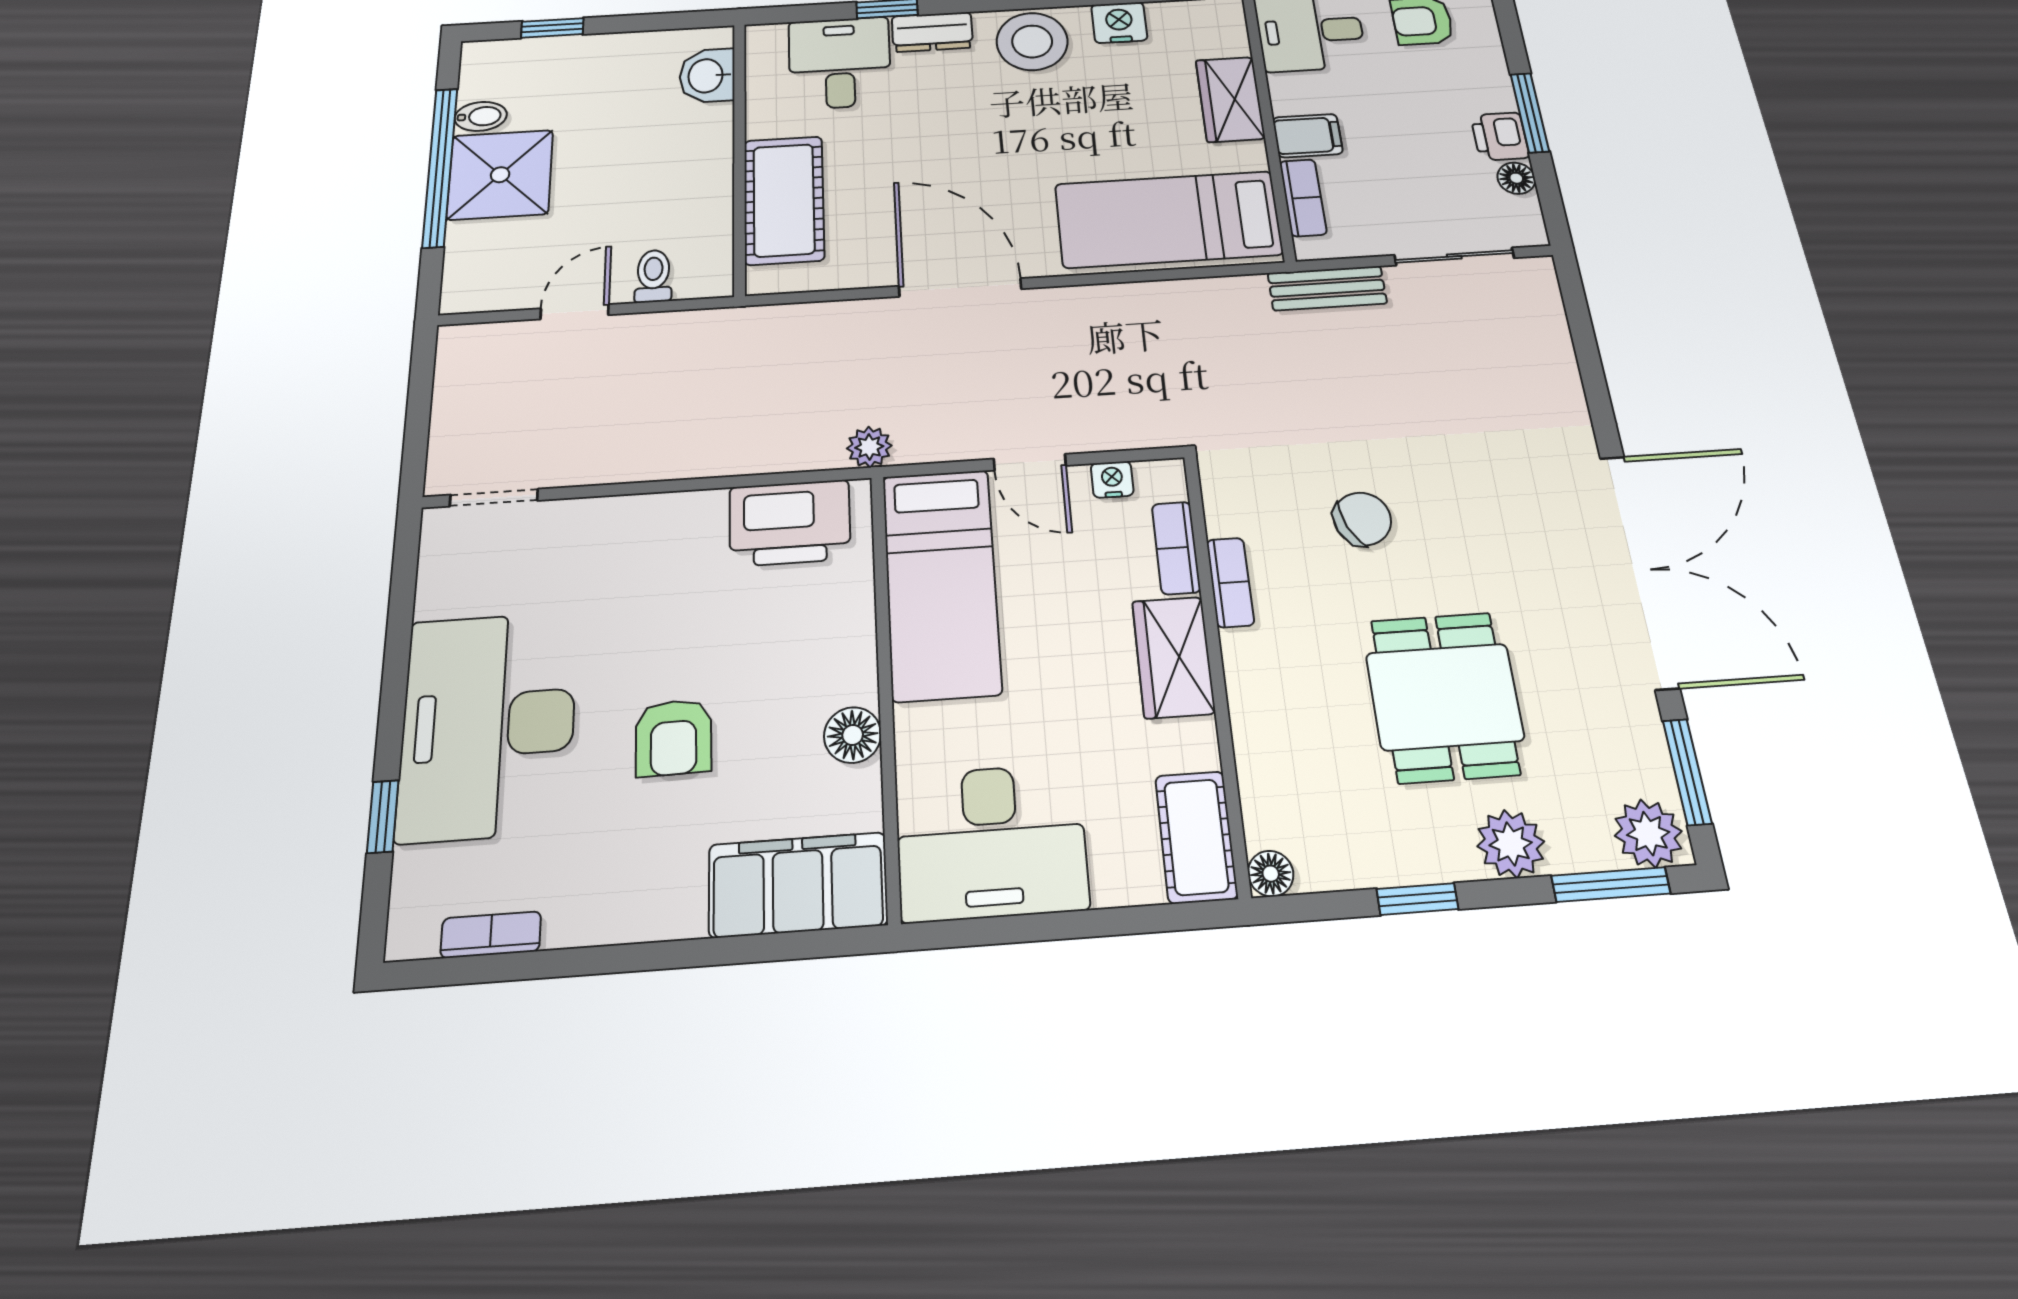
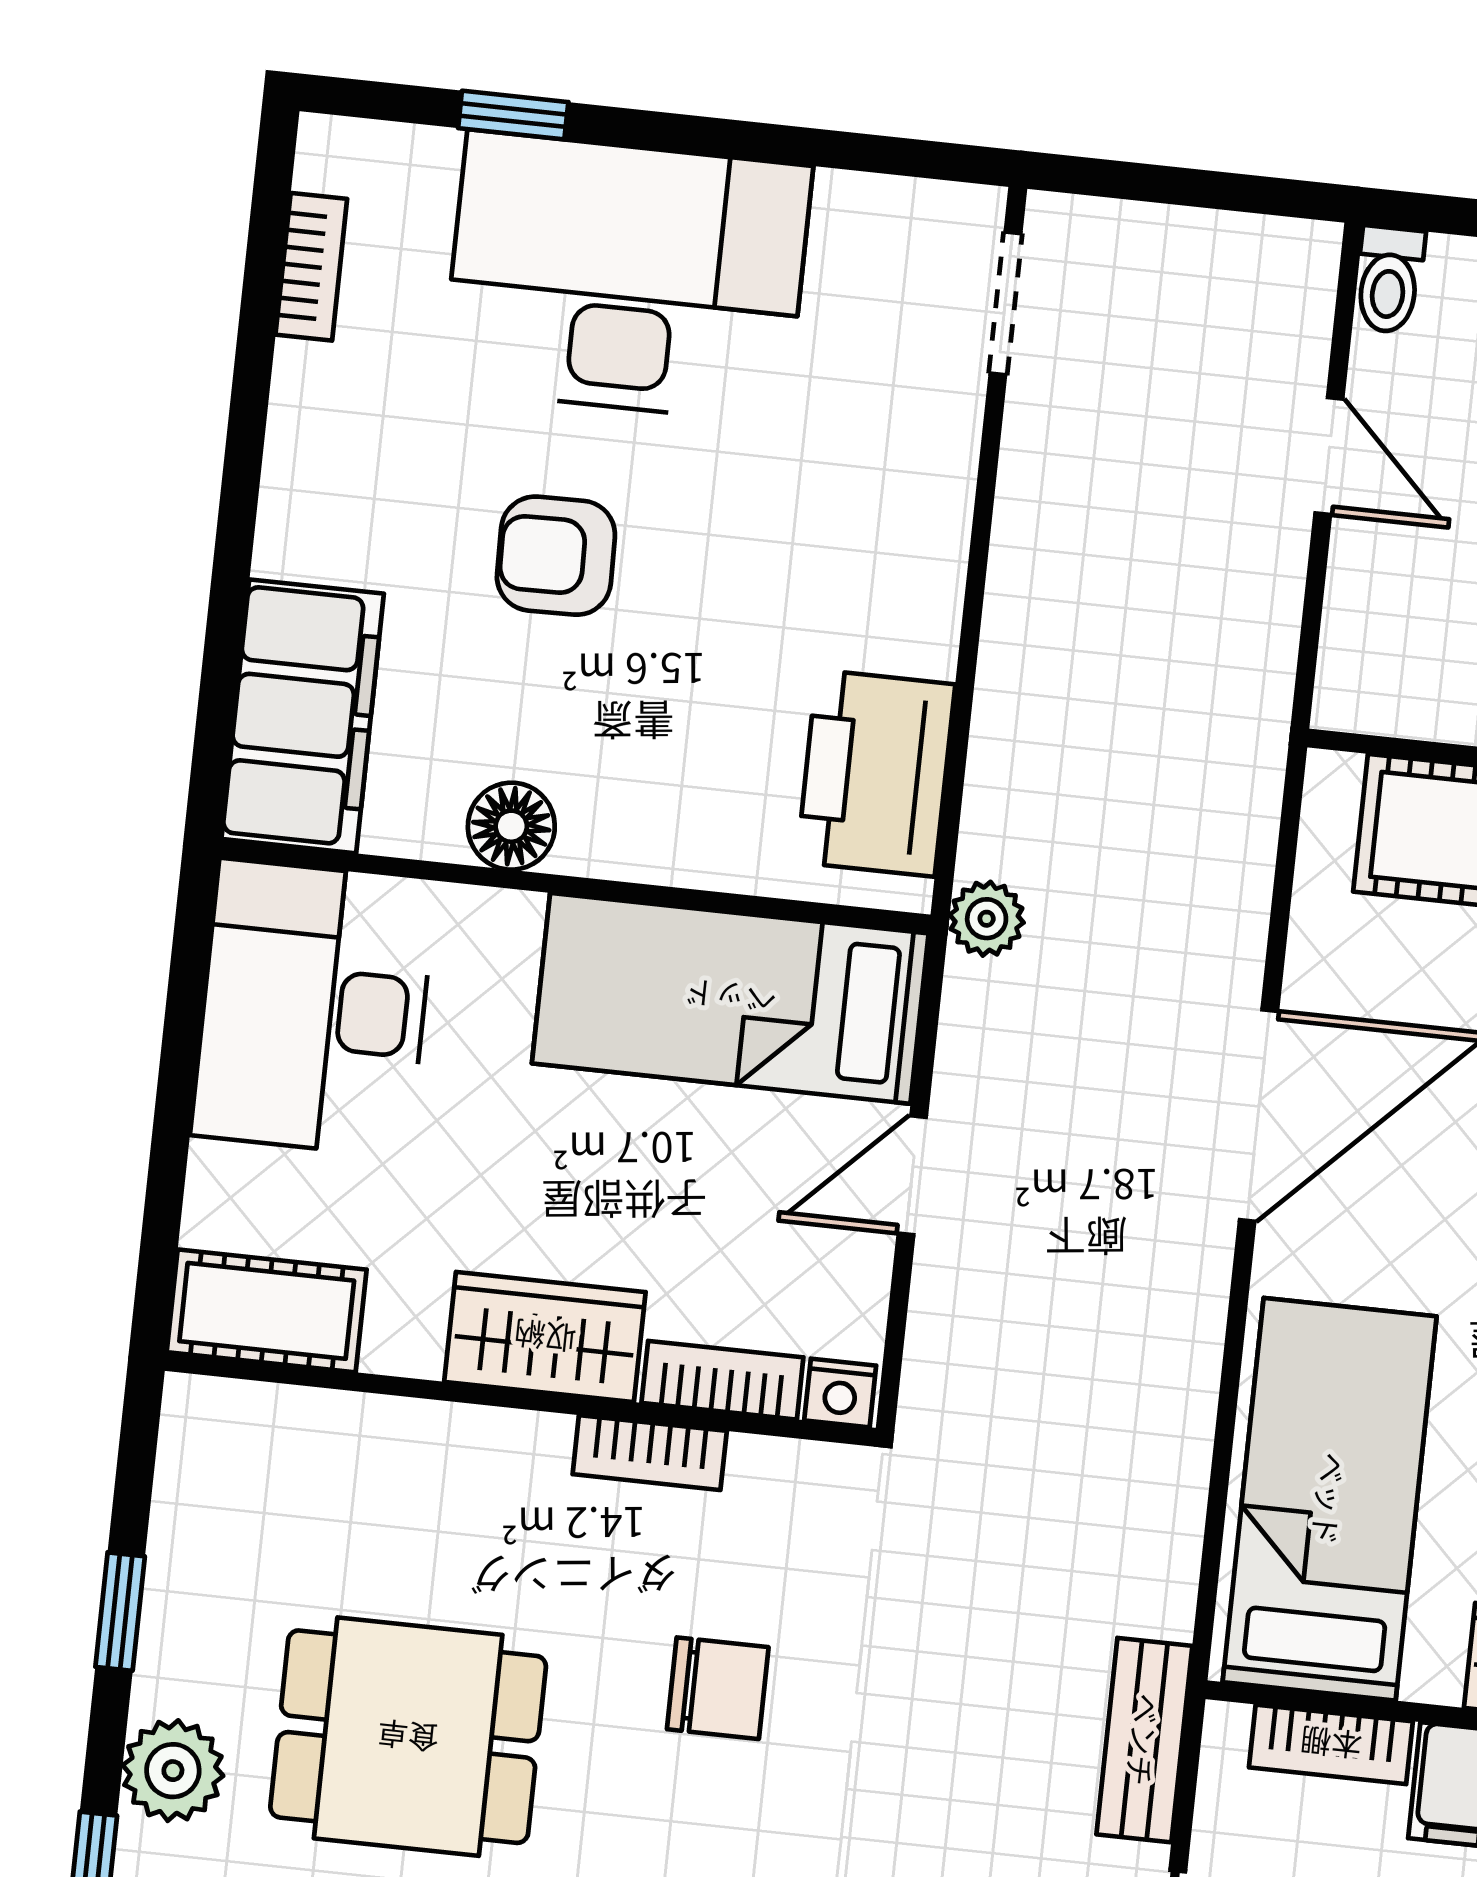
toilet: (653, 276) -> (1389, 280), moved, turned 90
nightstand: (1112, 479) -> (840, 1393), moved, turned 90
chair: (1362, 519) -> (718, 1688), turned -66
floor lamp: (1271, 874) -> (194, 1408), removed

